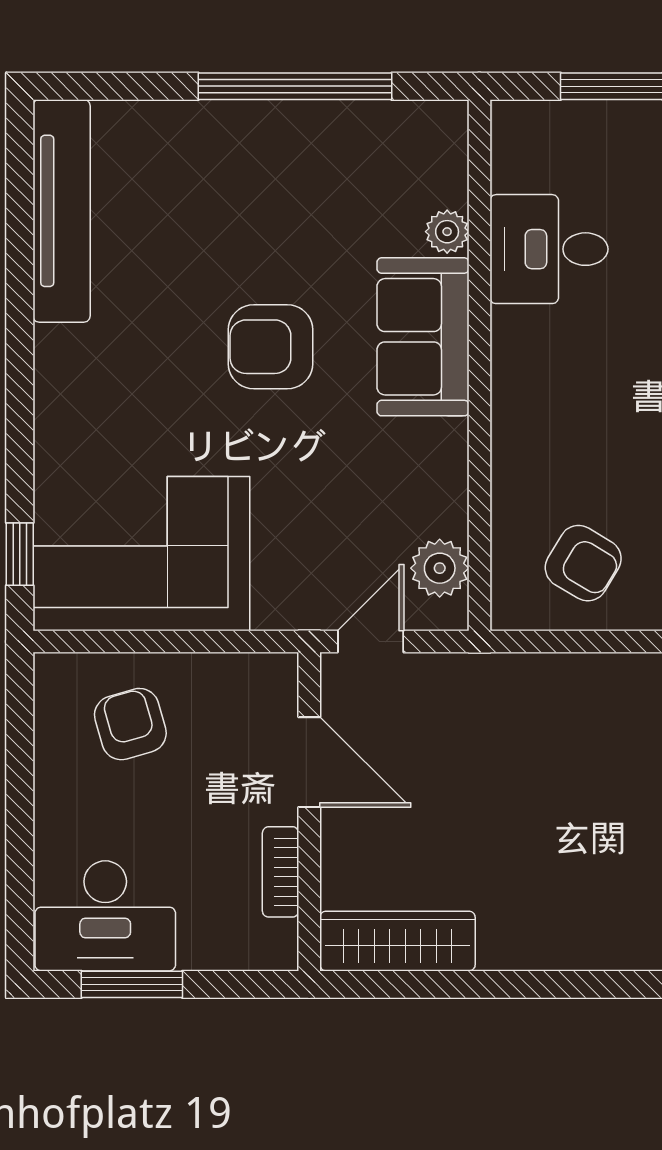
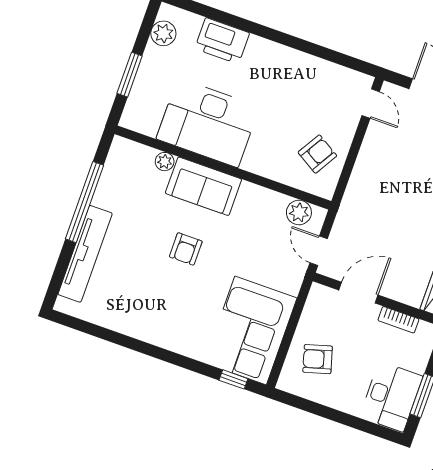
tv unit: (62, 211) -> (85, 254), moved, turned 90
desk: (549, 249) -> (208, 123), width x1.87, depth x1.30
armchair: (271, 347) -> (186, 249), width x0.72, depth x0.72

